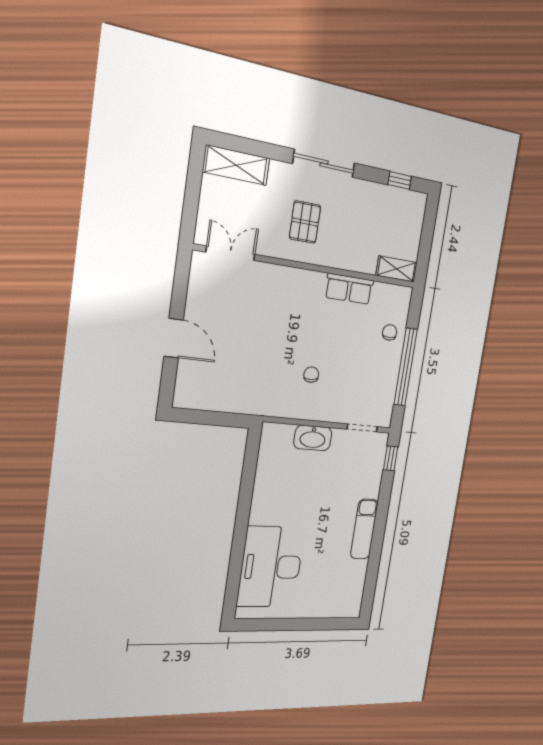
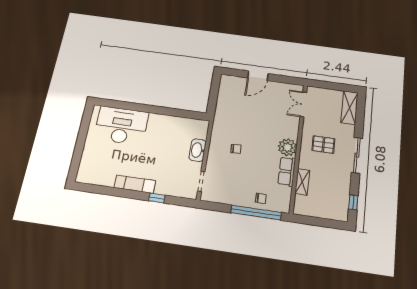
double door: (231, 253) -> (303, 104), swing flipped
shelving: (397, 269) -> (302, 182), moved
plant: (309, 286) -> (287, 147), added
window: (406, 367) -> (256, 213), moved
window: (391, 458) -> (157, 198), moved

